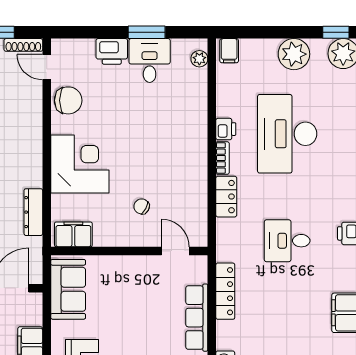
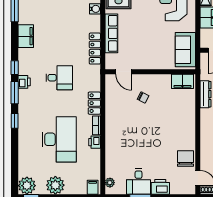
chair: (68, 100) -> (185, 159), turned 90
corner desk: (80, 164) -> (179, 122), removed

